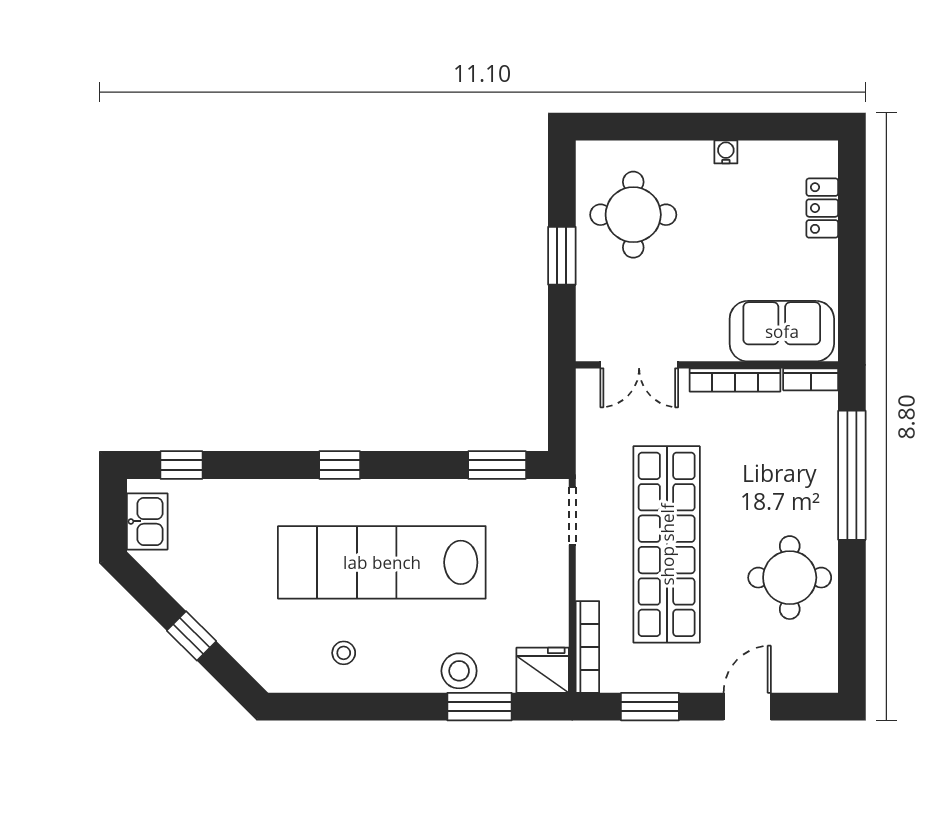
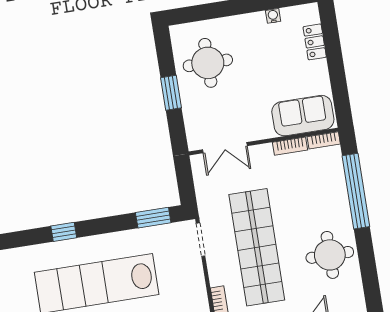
water cooler: (726, 152) -> (273, 16), moved
bookcase: (735, 380) -> (290, 146), width x0.64

